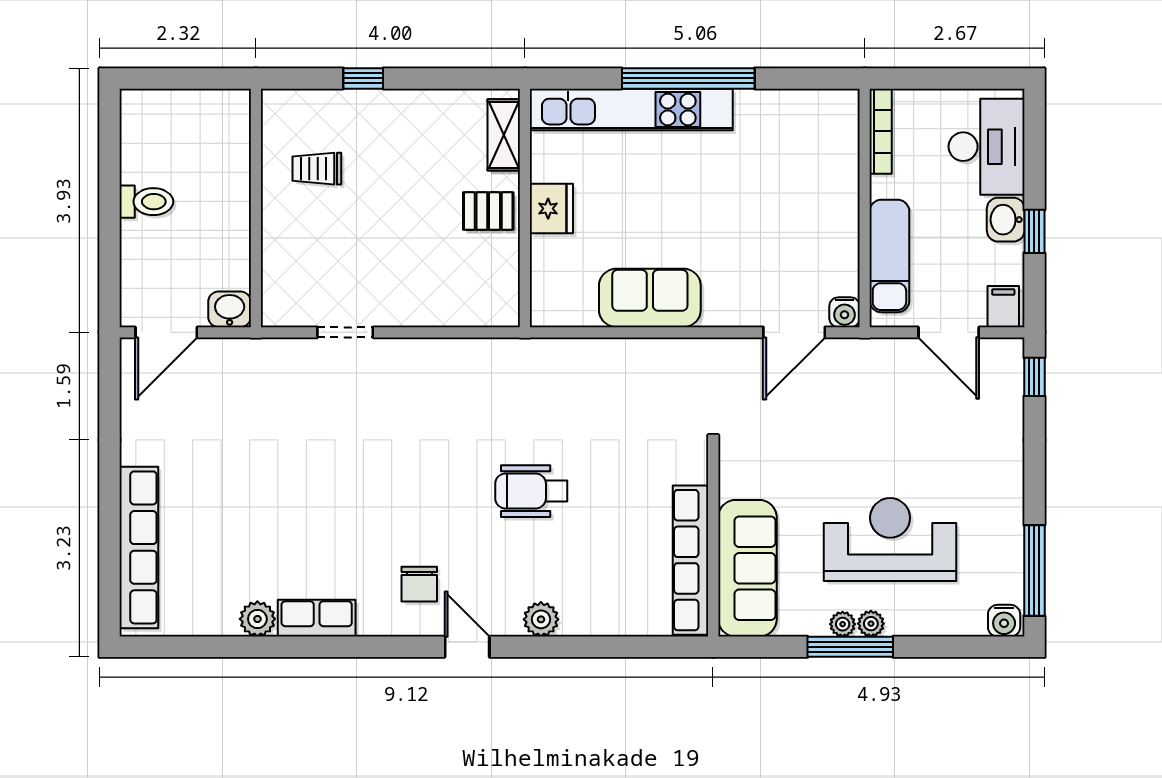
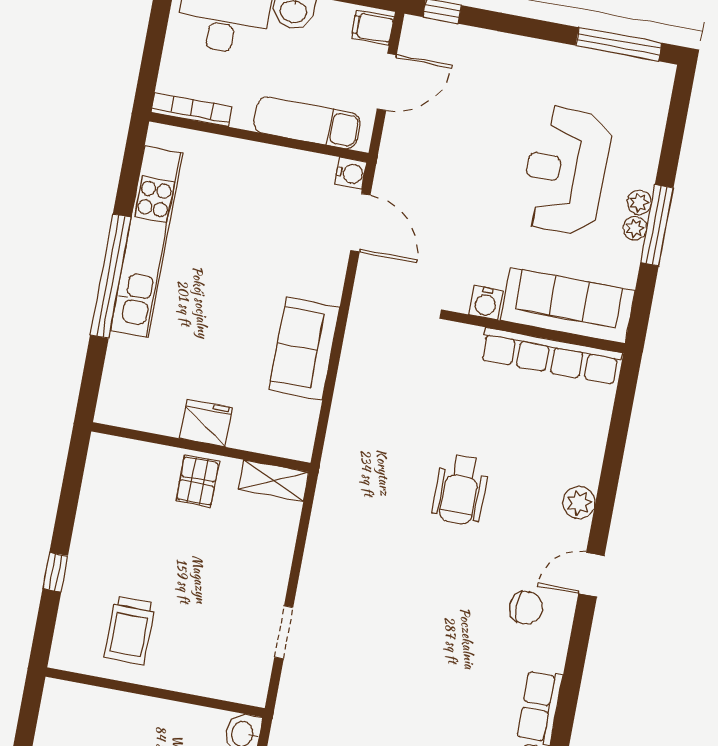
kitchen unit: (631, 109) -> (146, 242), moved
shelving: (504, 135) -> (274, 481), moved
trolley: (317, 169) -> (130, 630), width x1.36, depth x1.39
water cooler: (1004, 621) -> (486, 303), moved, turned 90

